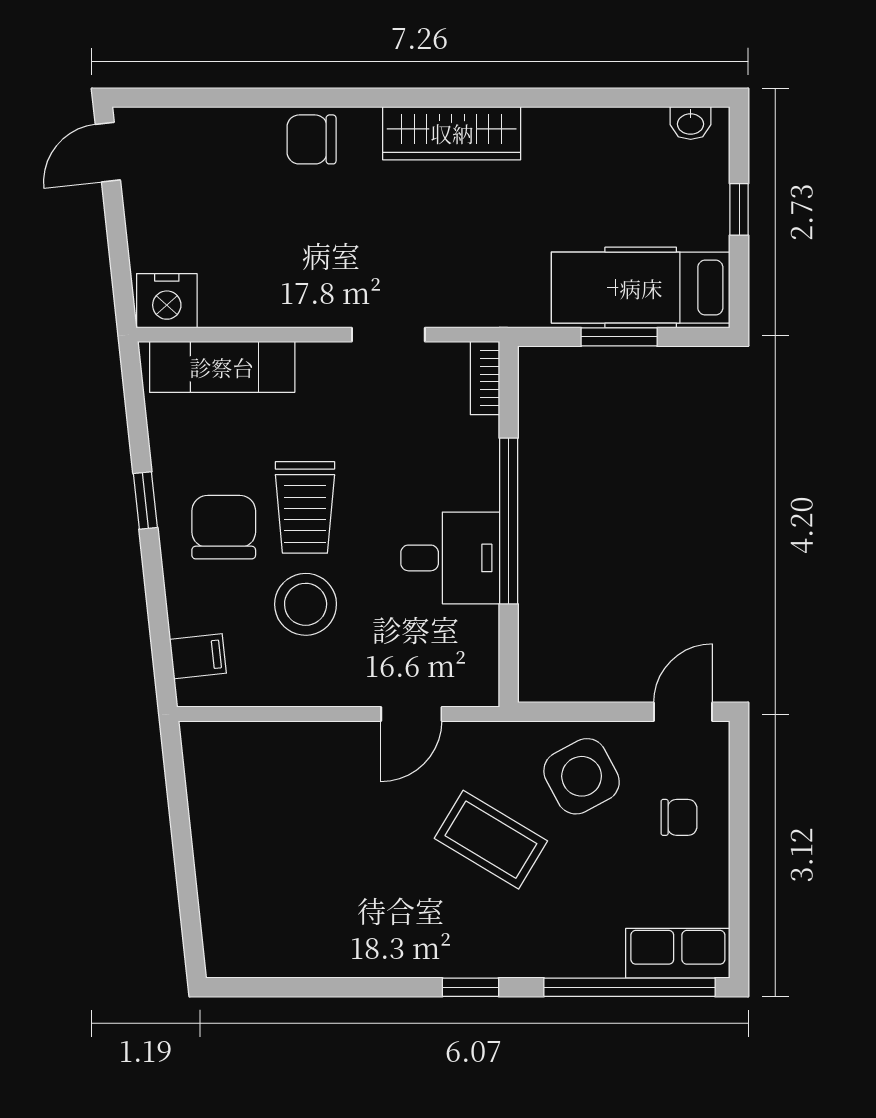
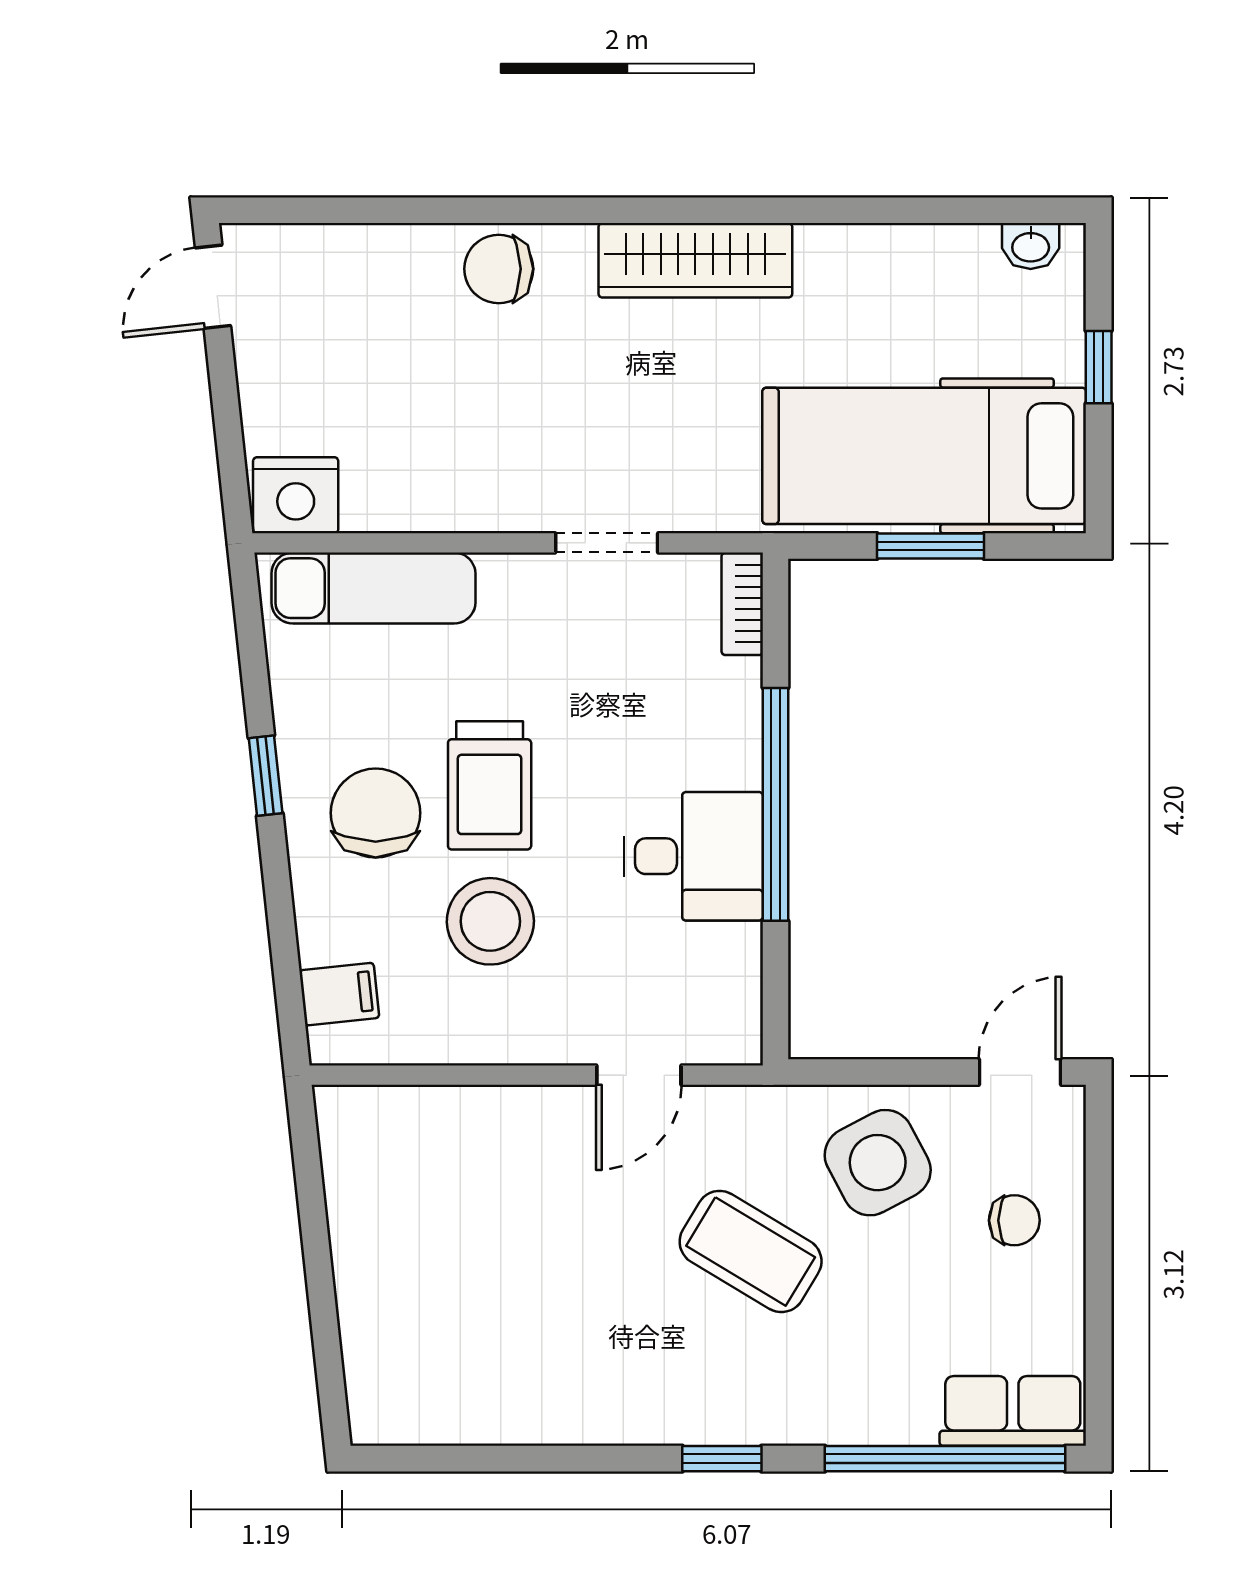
hospital bed: (641, 288) -> (924, 456), width x1.37, depth x1.29

